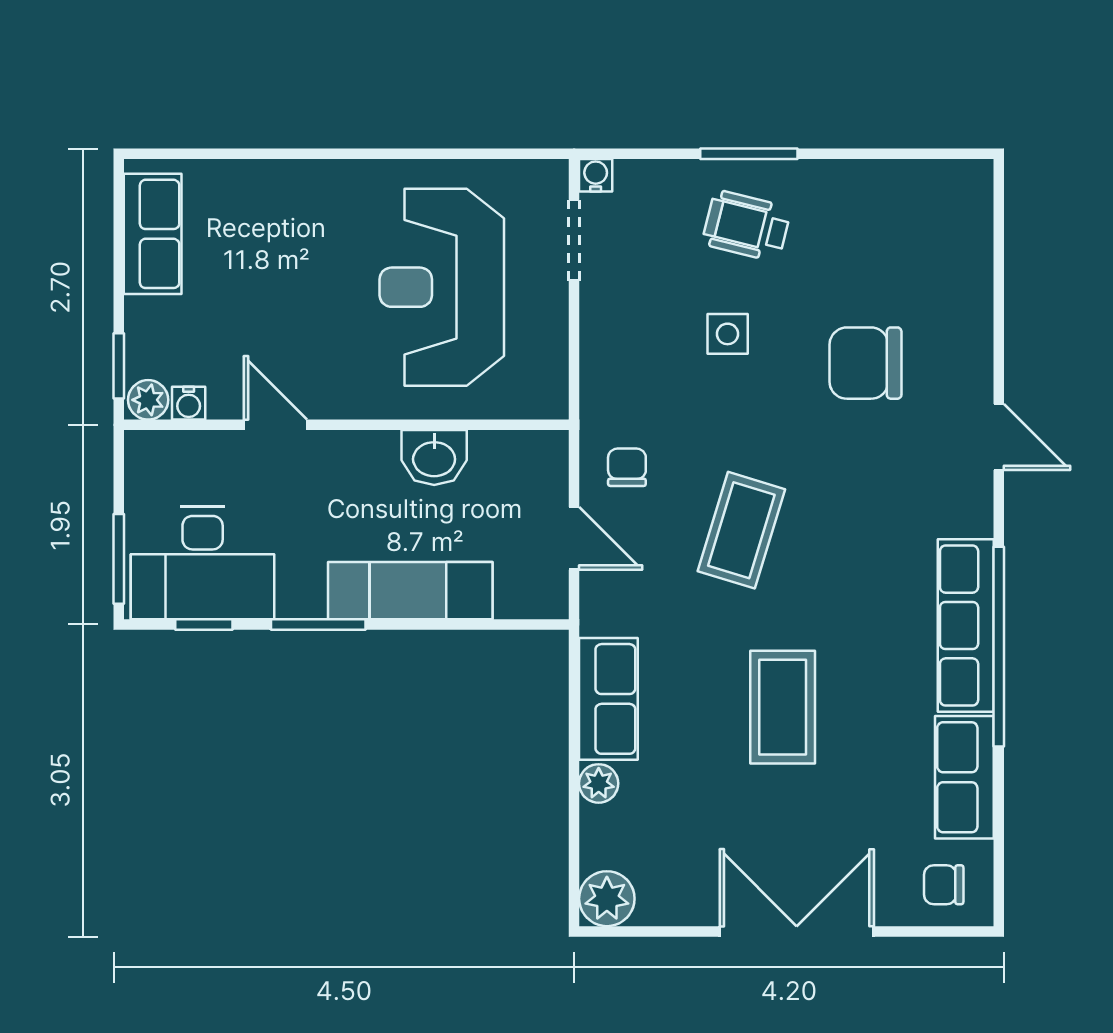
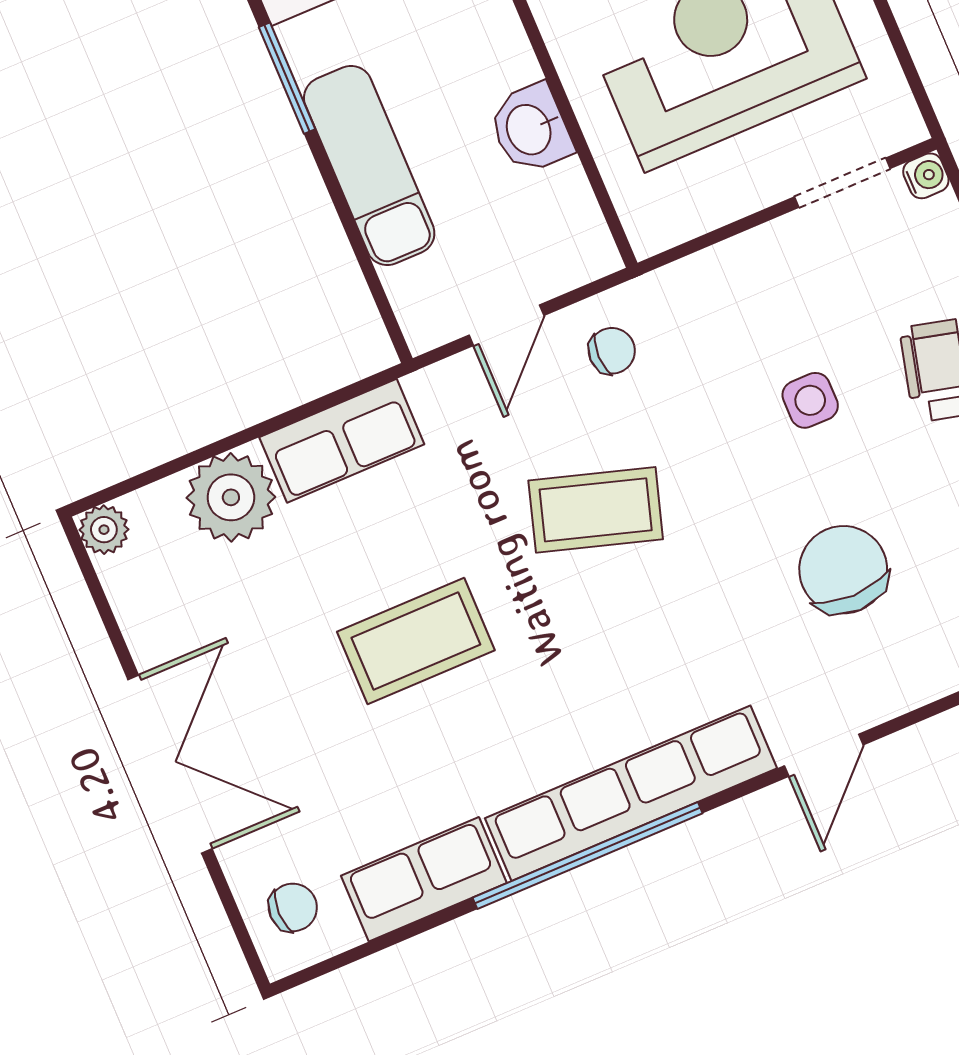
row of seats: (966, 626) -> (631, 793), width x1.36
plant: (599, 783) -> (231, 497), width x1.88, depth x1.88
chair: (944, 885) -> (293, 907), turned 90
plant: (607, 899) -> (104, 530), width x0.73, depth x0.73

